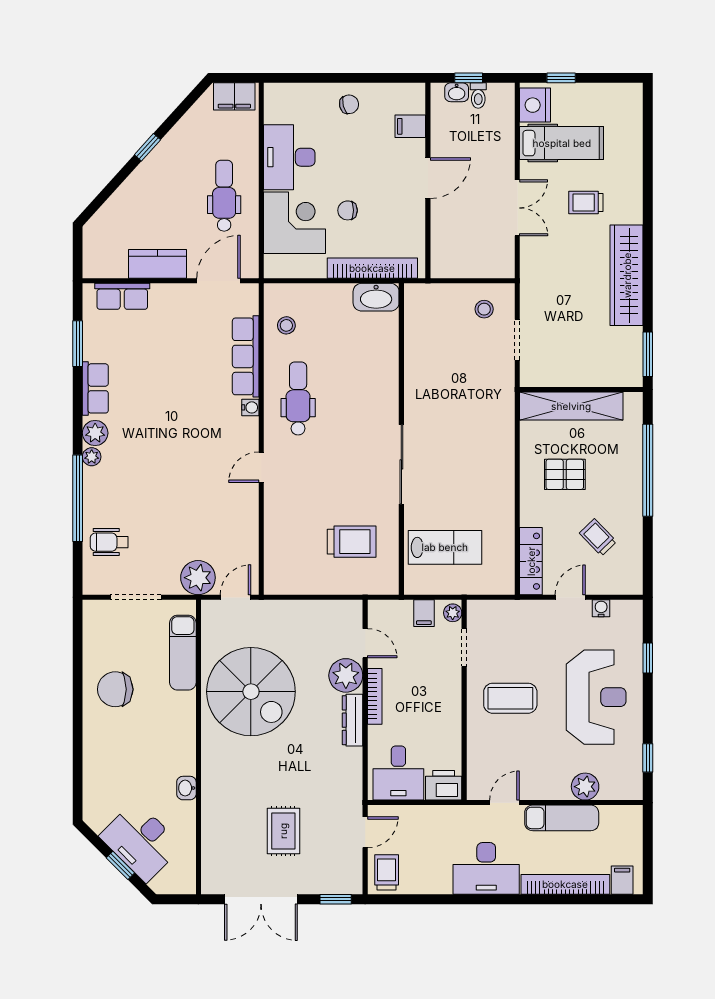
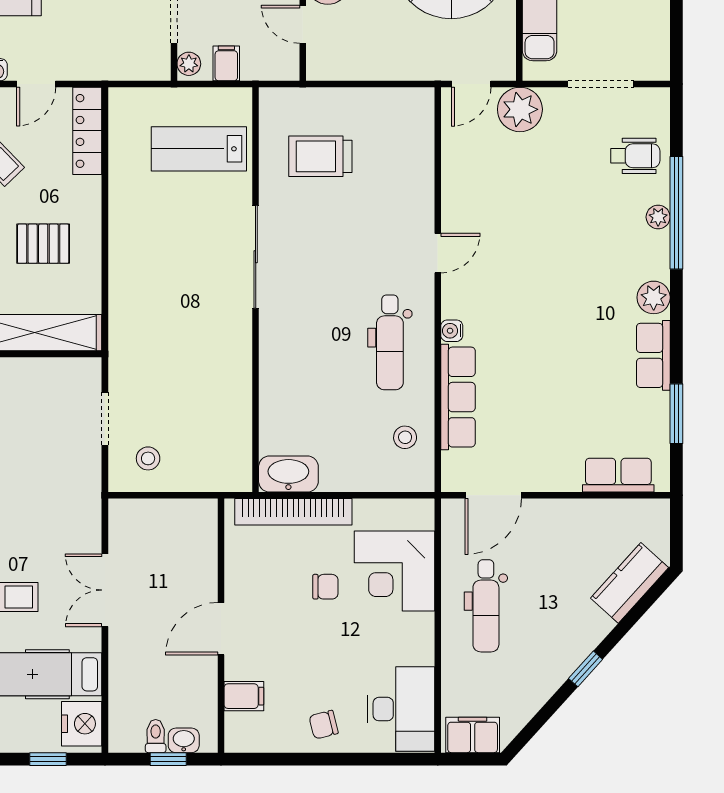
desk: (289, 157) -> (401, 709), moved
kitchen counter: (158, 264) -> (630, 583), moved, turned 132
plant: (92, 457) -> (658, 217), moved

